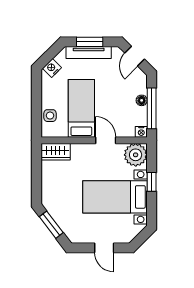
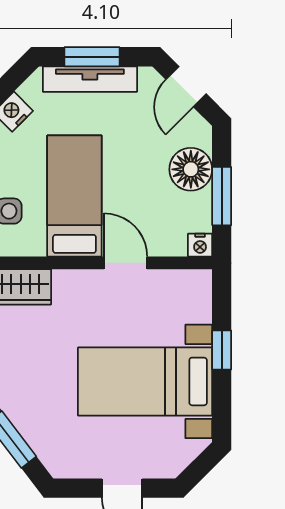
floor lamp: (142, 100) -> (191, 169), width x1.89, depth x1.89
window: (152, 108) -> (222, 196), width x0.69
plant: (136, 155) -> (188, 293), removed

